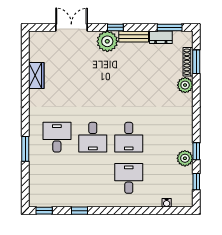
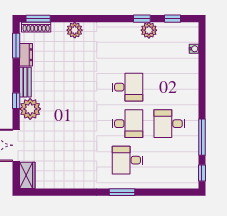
shoe rack: (188, 62) -> (36, 27), moved
window: (196, 62) -> (38, 19), moved
wardrobe: (36, 76) -> (27, 175), moved, turned 90
window: (25, 149) -> (122, 192), moved
desk: (129, 178) -> (169, 124), moved
window: (80, 211) -> (202, 137), width x2.17

